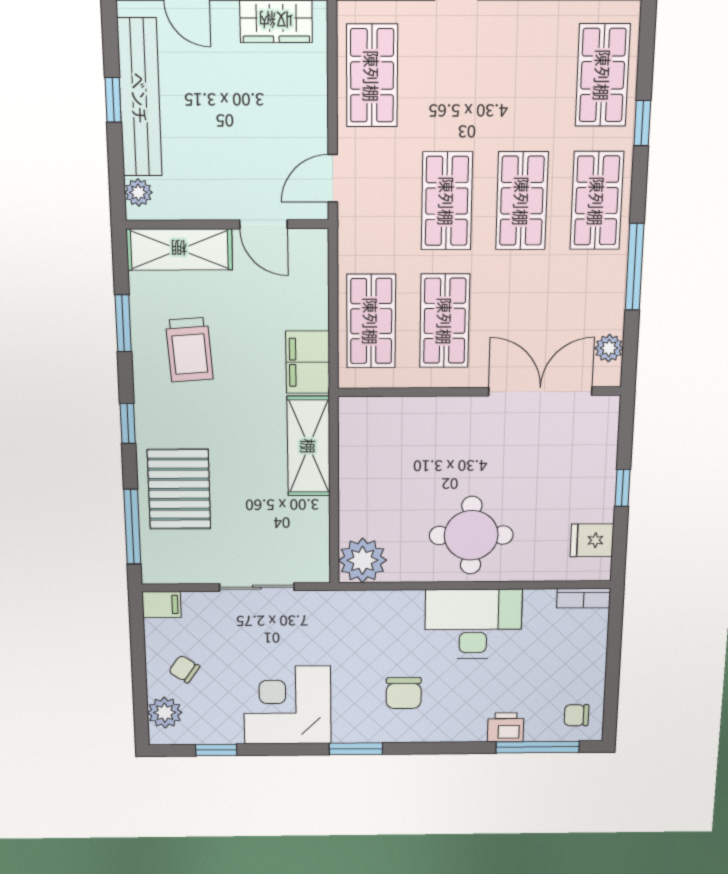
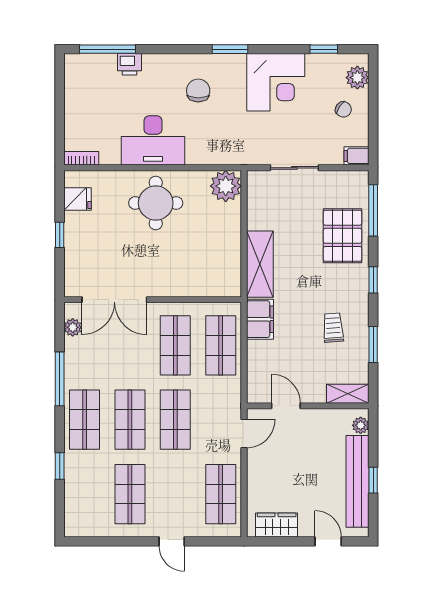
shop shelf: (603, 75) -> (130, 494), moved
shelving: (179, 249) -> (348, 394), width x0.67, depth x0.75
trolley: (189, 350) -> (333, 328), width x0.73, depth x0.72
chair: (576, 715) -> (82, 73), removed

